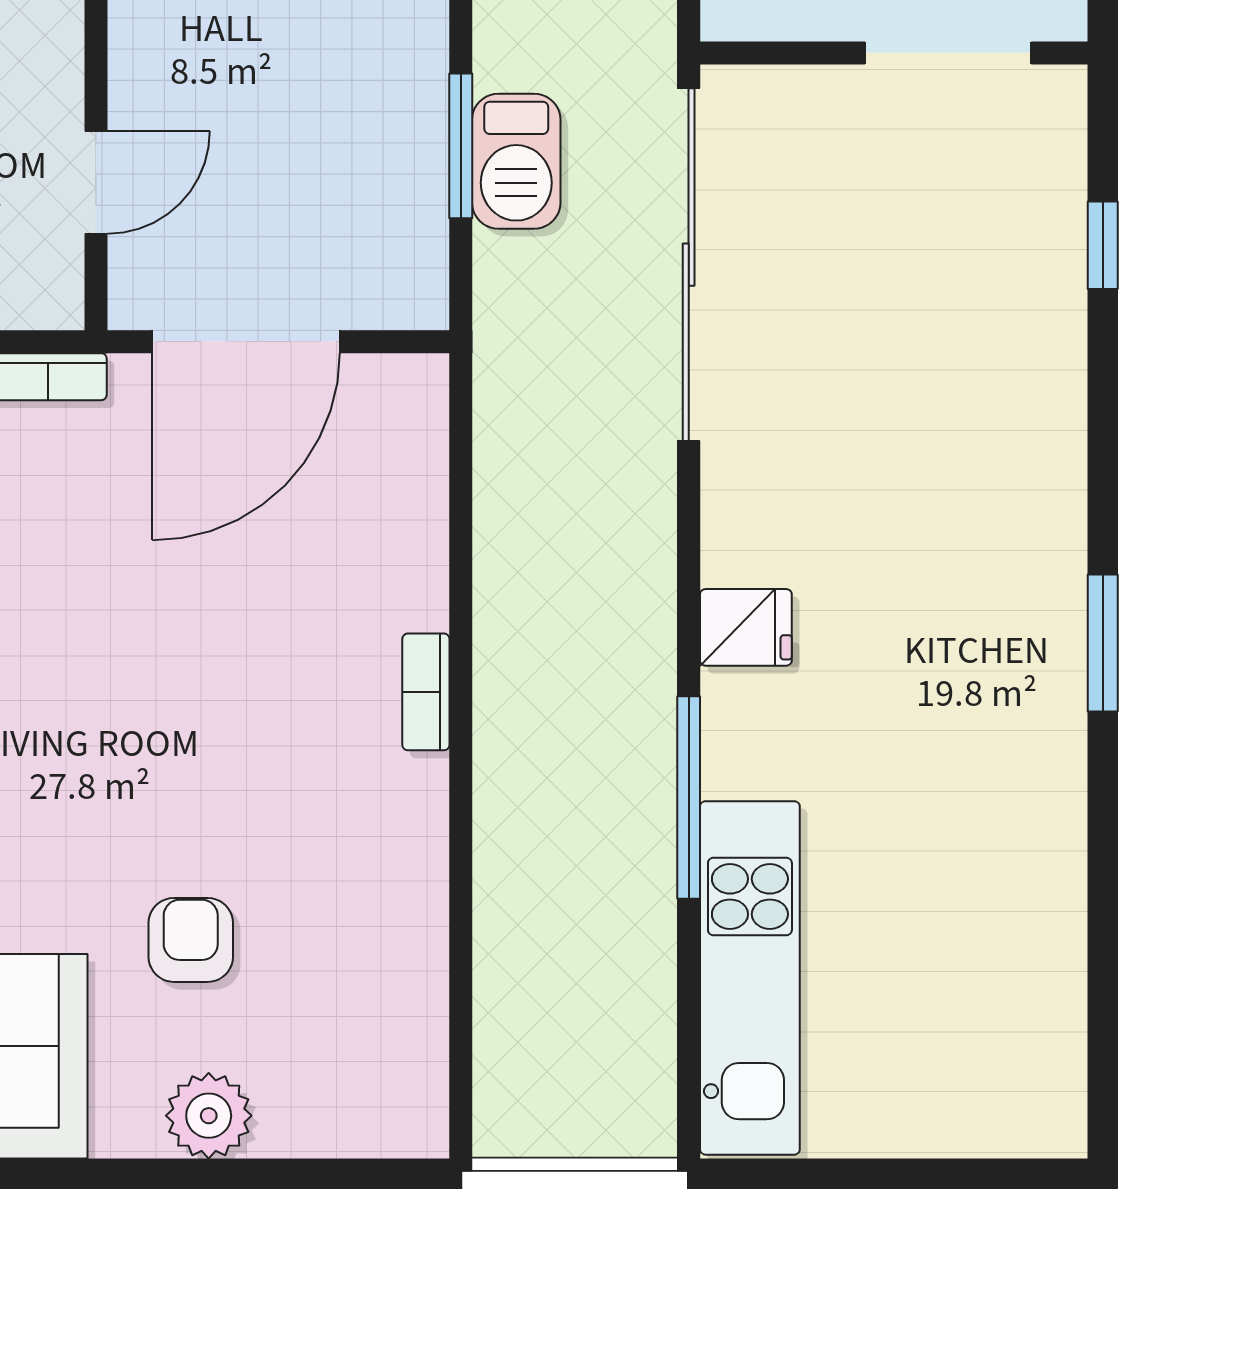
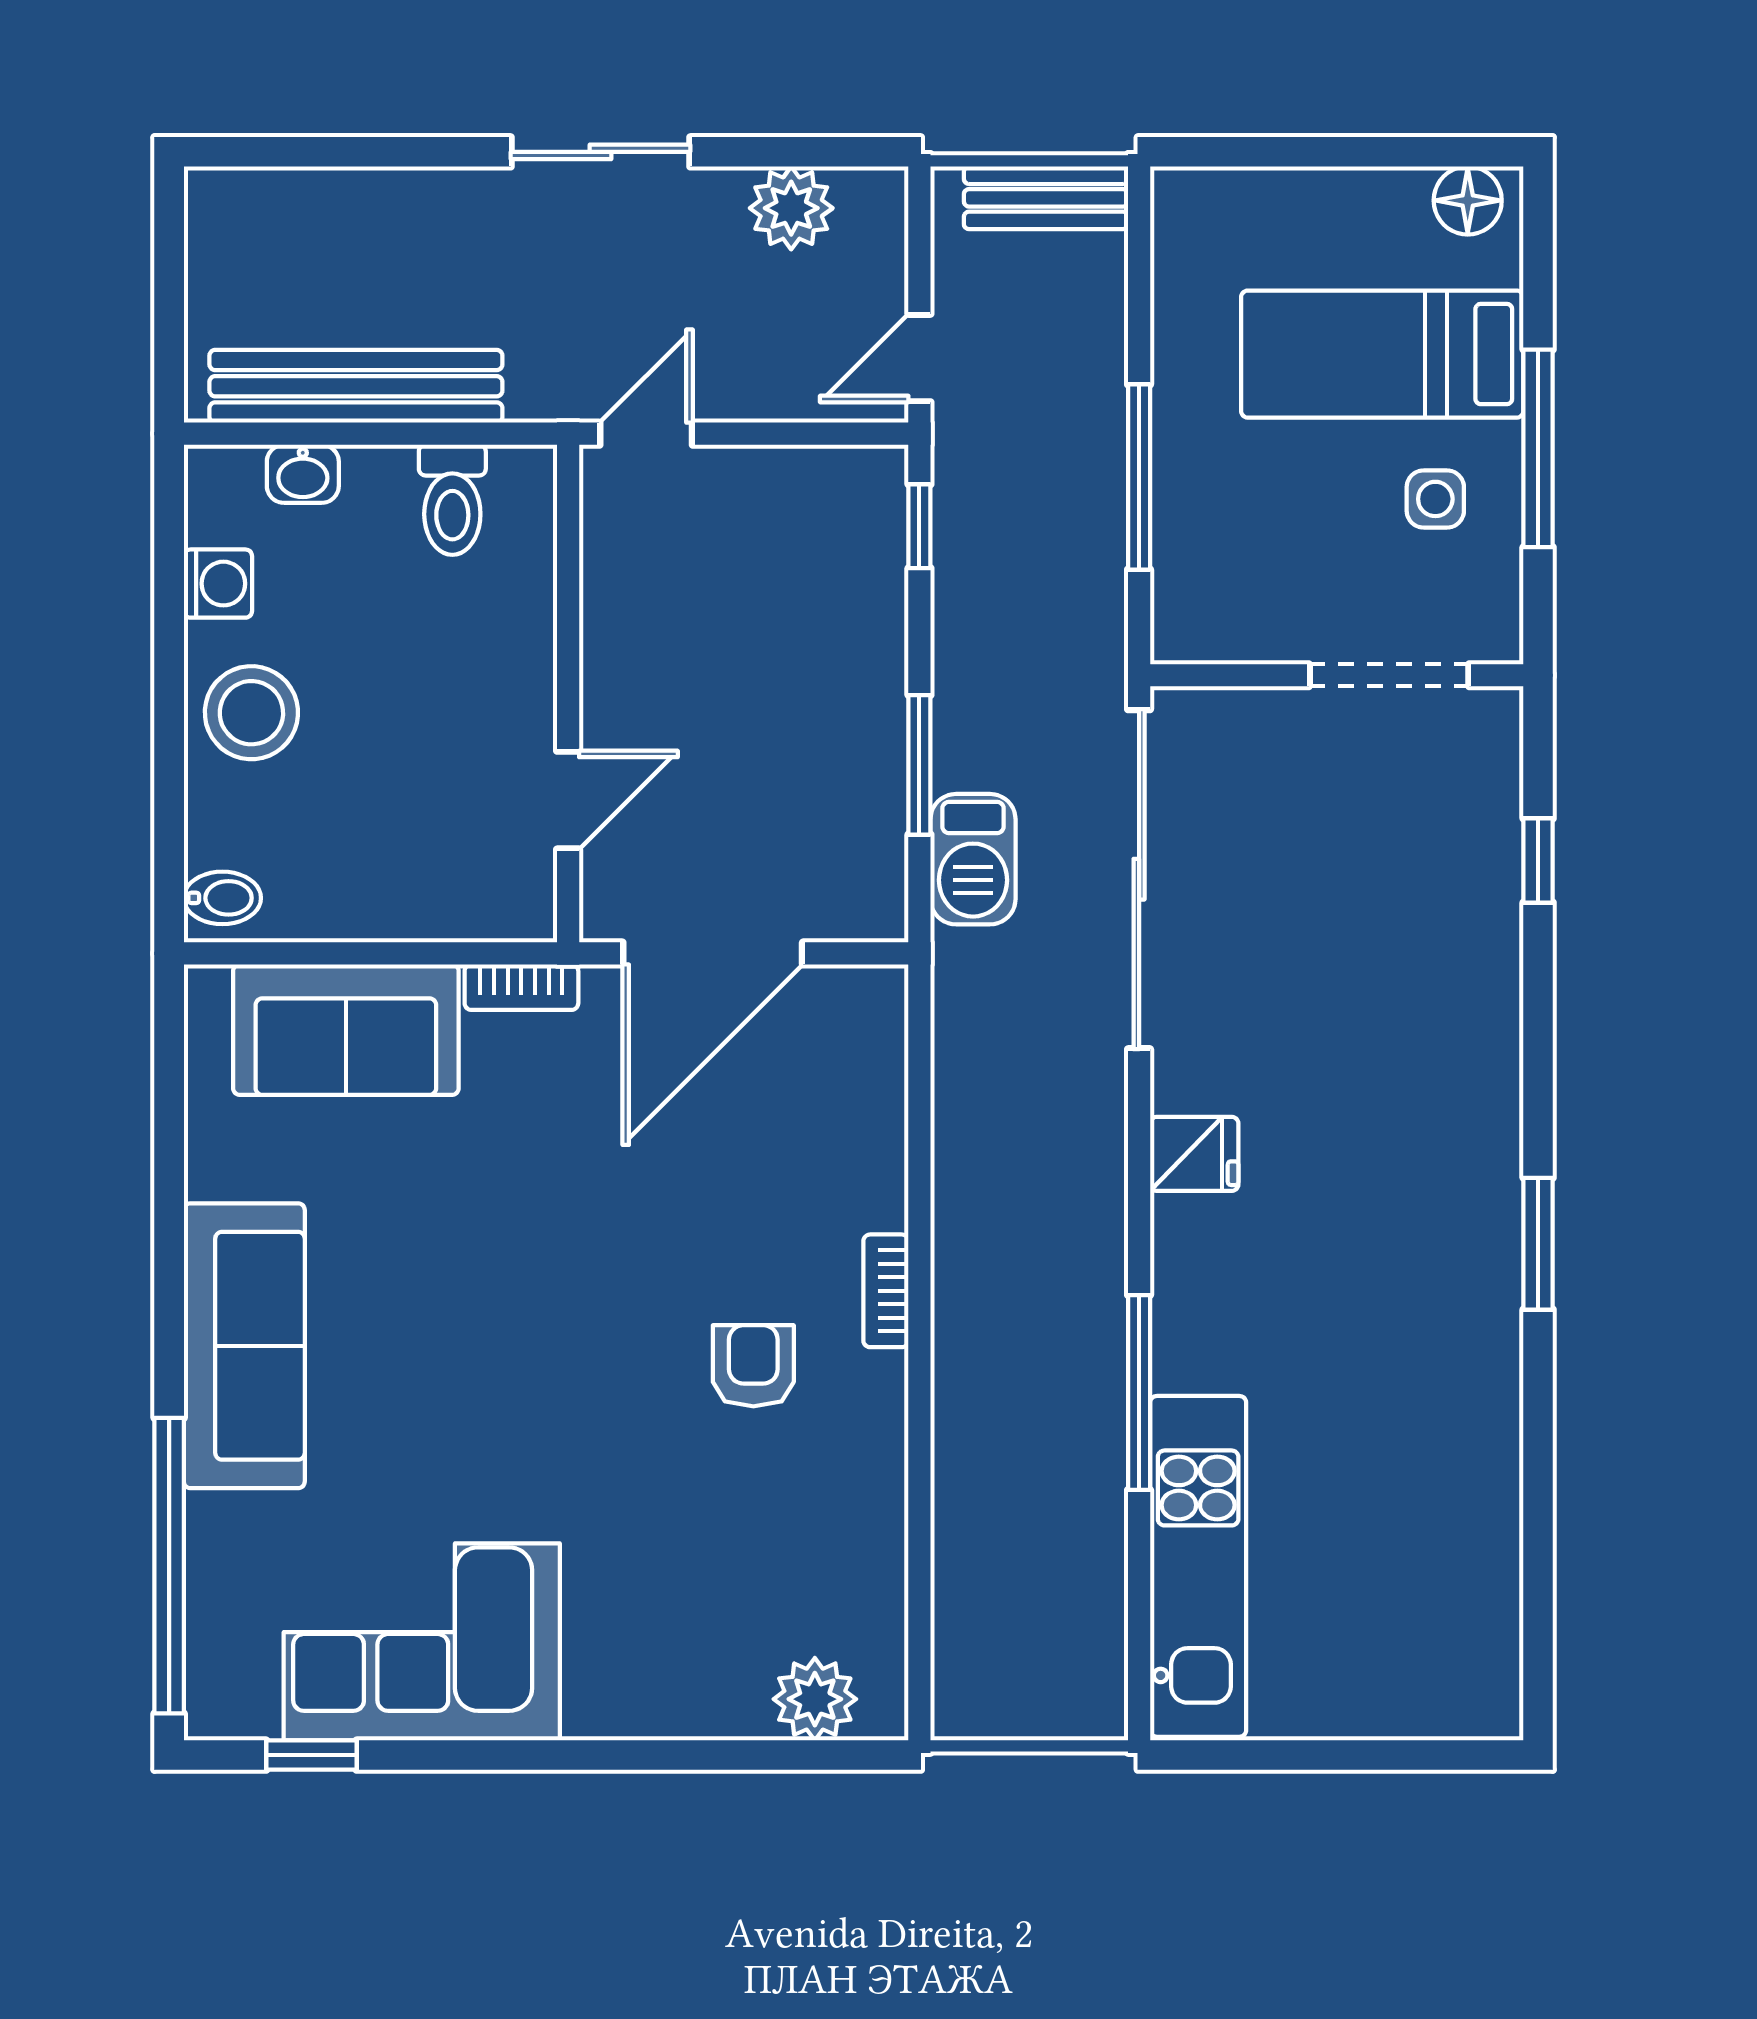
barbecue: (516, 161) -> (973, 859), moved
fridge: (746, 627) -> (1194, 1154), moved
armchair: (191, 940) -> (753, 1366), moved
plant: (209, 1116) -> (815, 1699), moved

